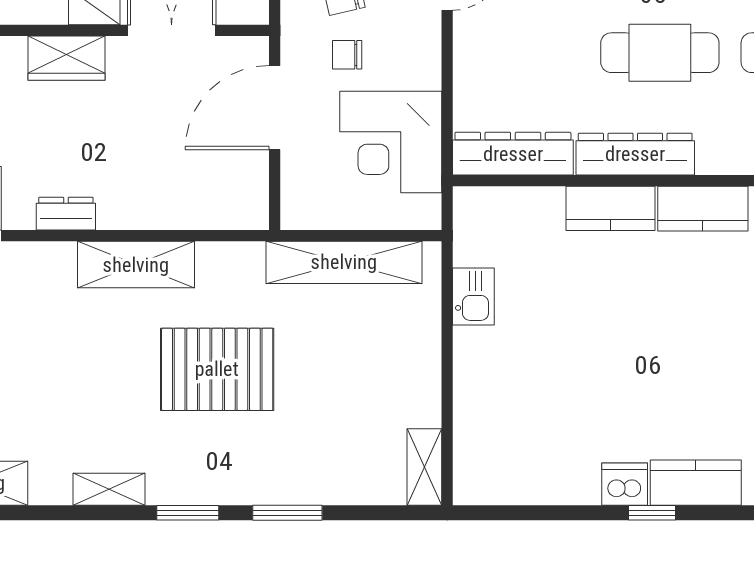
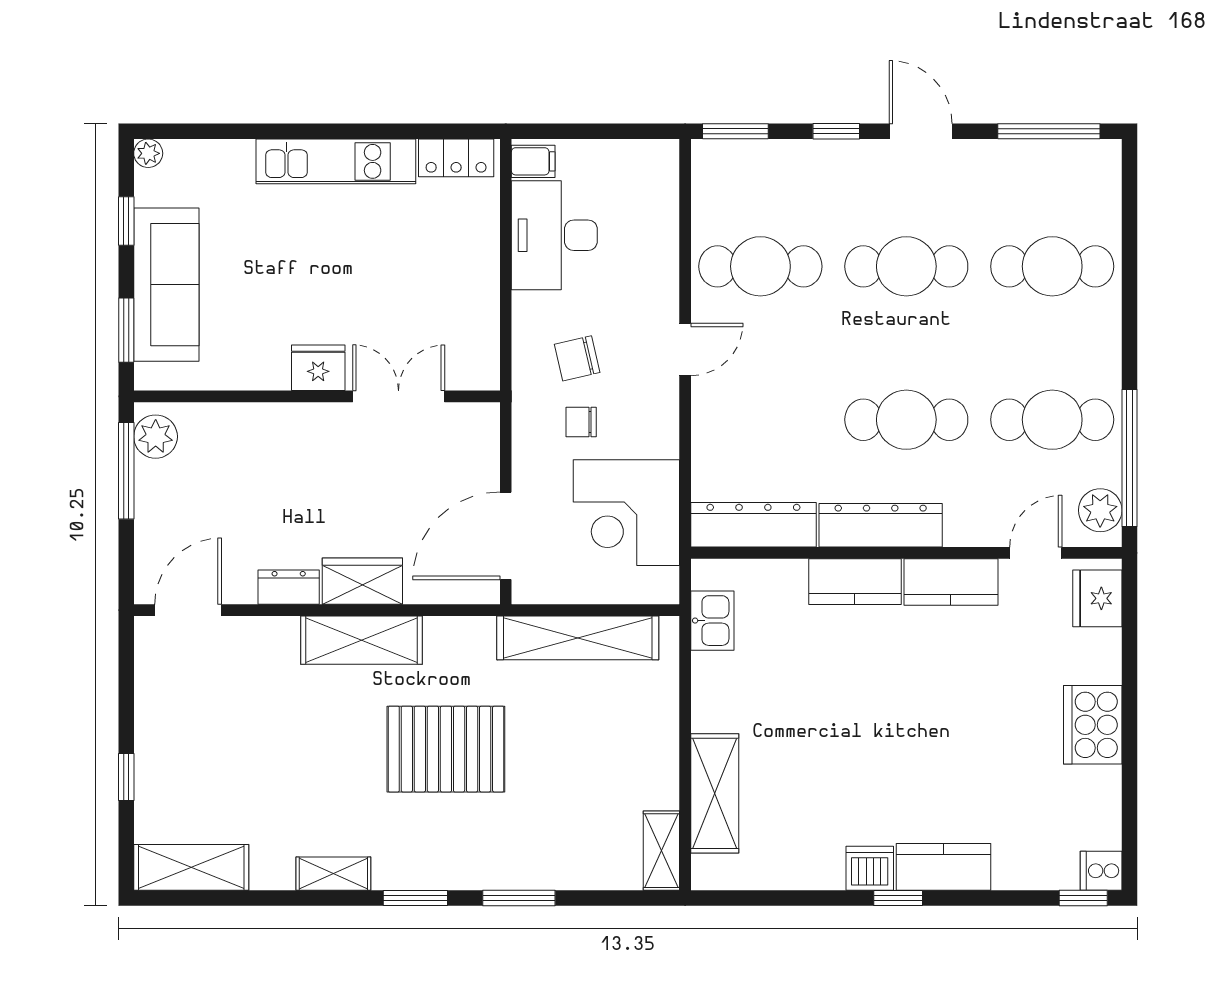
wardrobe: (66, 58) -> (362, 581), moved, turned 180
door: (275, 108) -> (506, 536), moved
kitchen sink: (473, 296) -> (712, 621), moved
shelving: (476, 412) -> (715, 793), added

